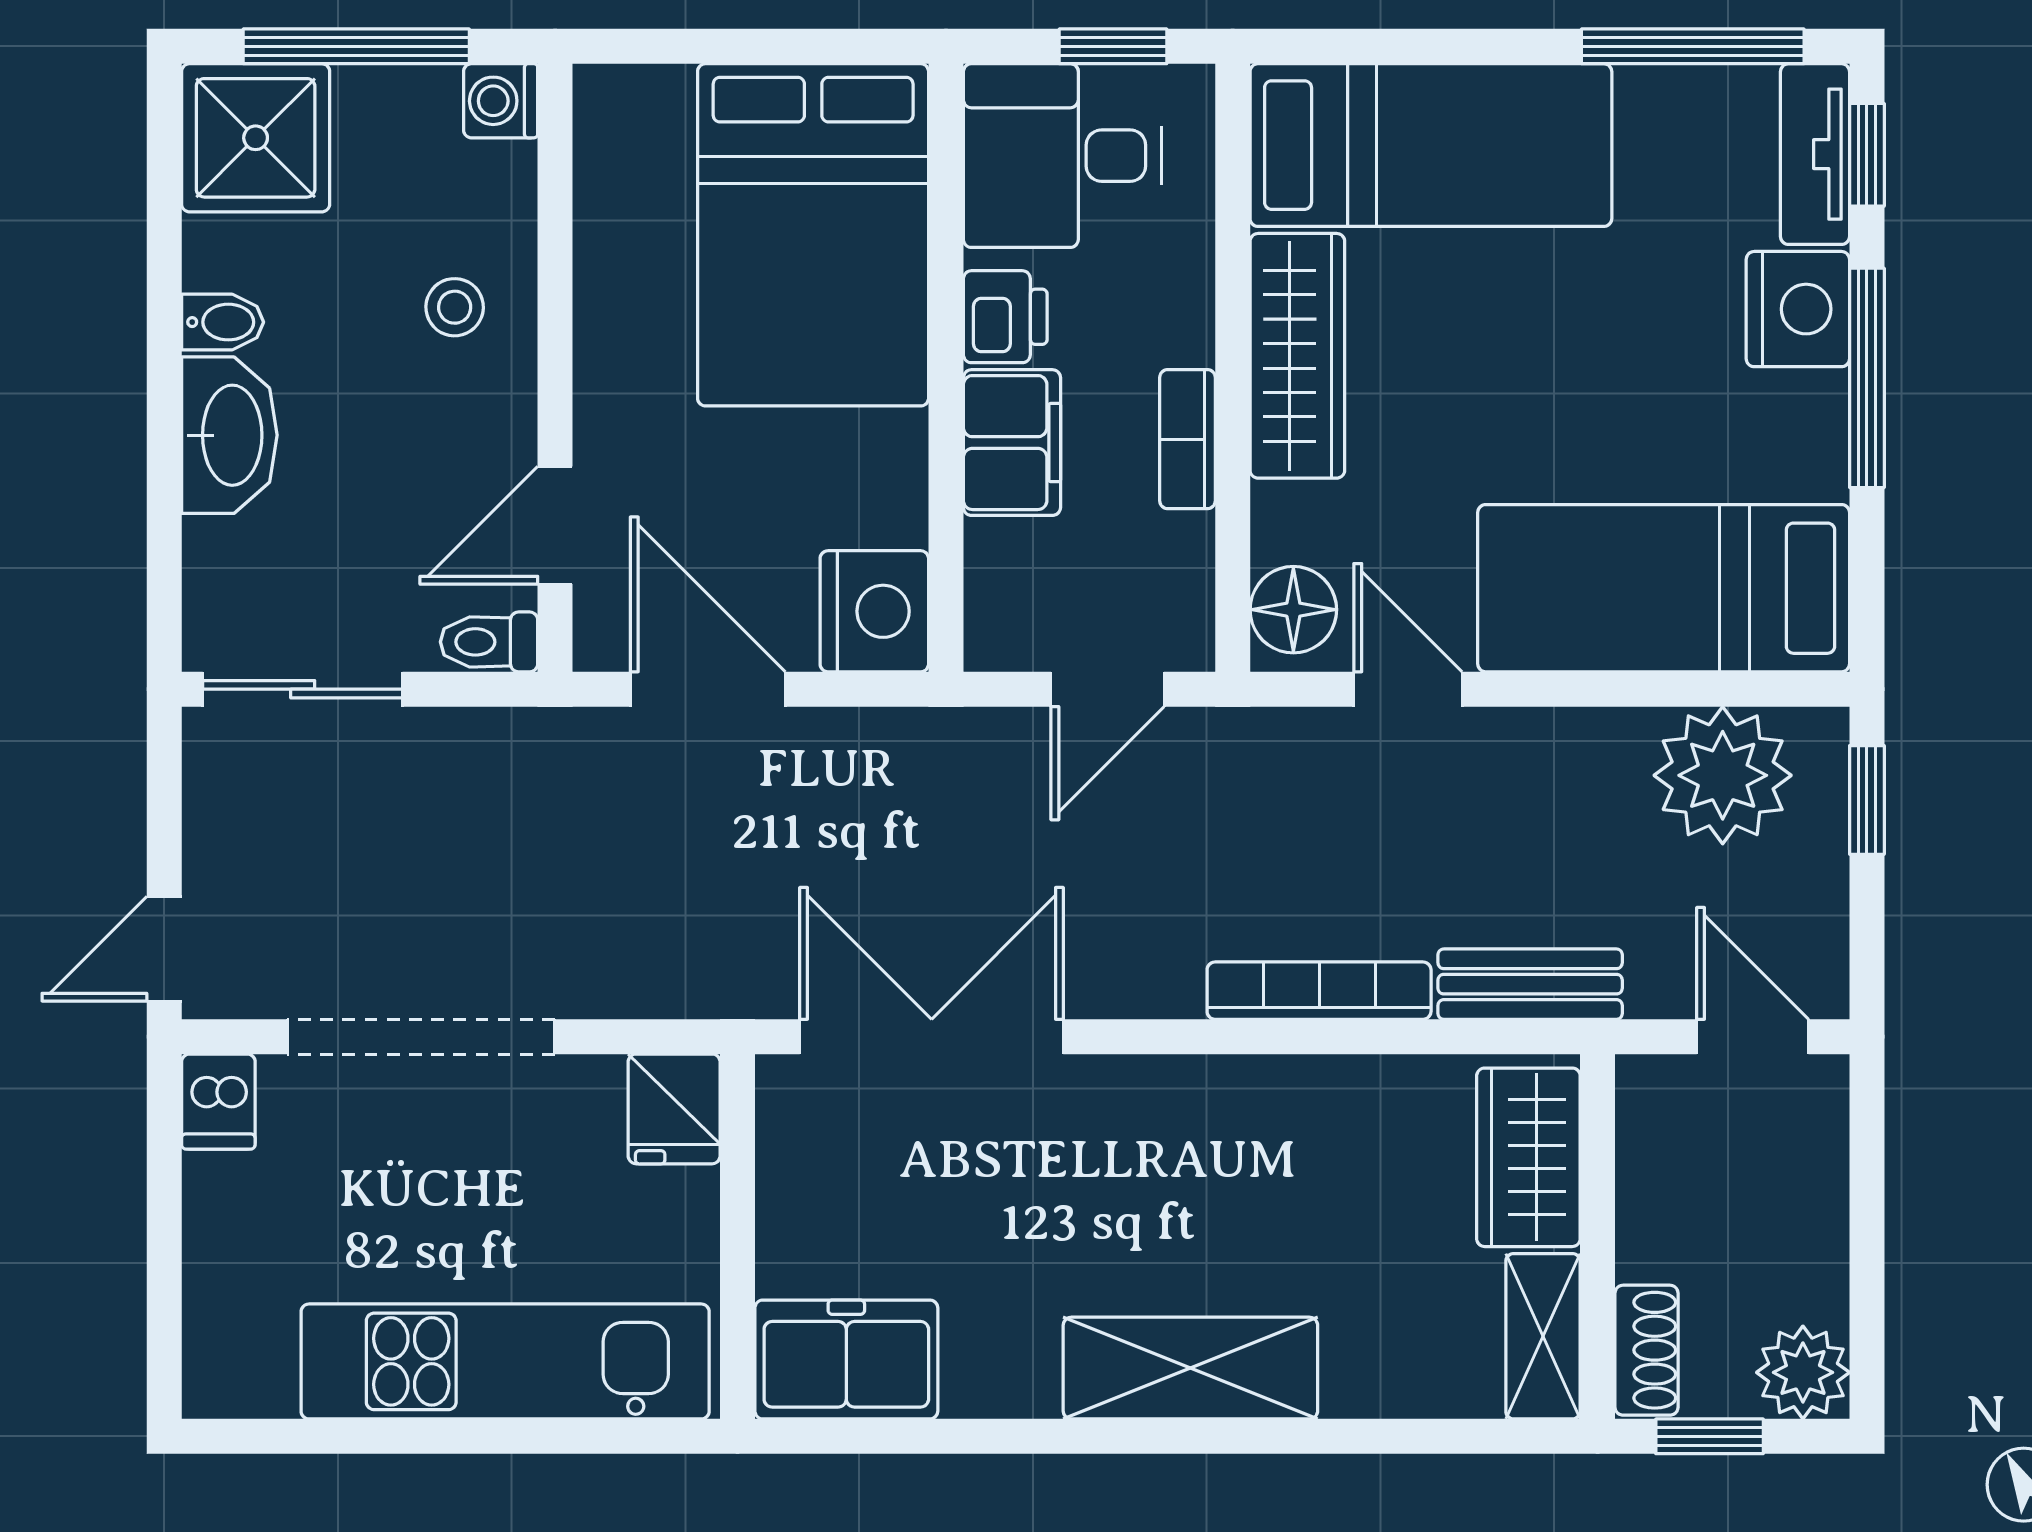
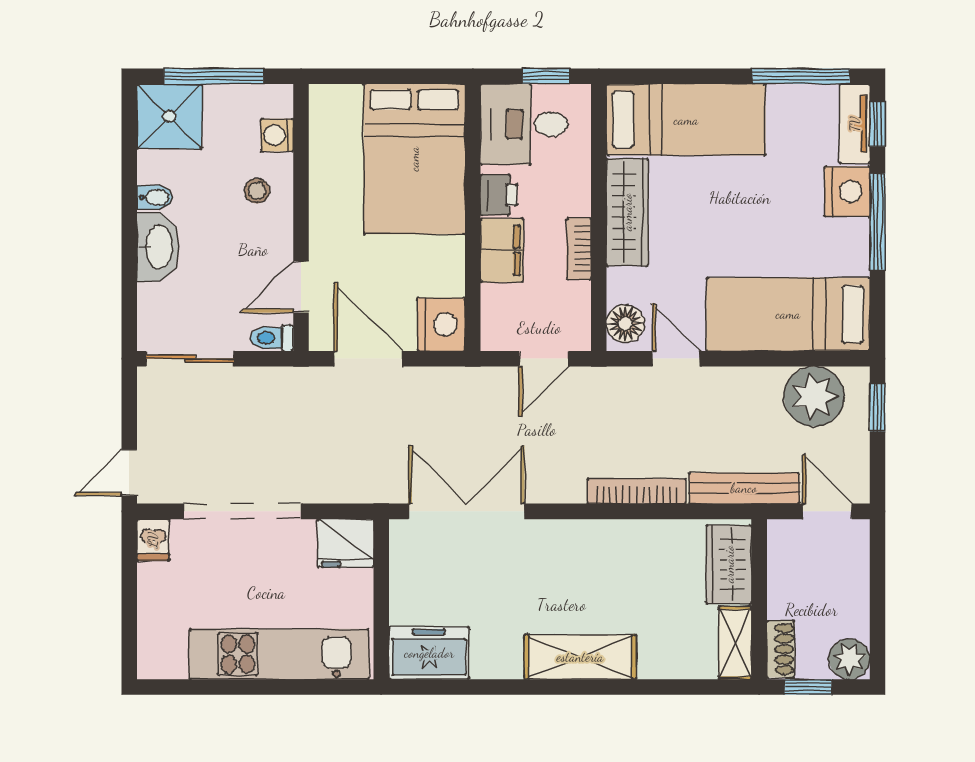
washing machine: (501, 101) -> (277, 135), moved
bench: (1530, 984) -> (744, 488), width x1.36
fridge: (674, 1109) -> (346, 543), width x1.38

